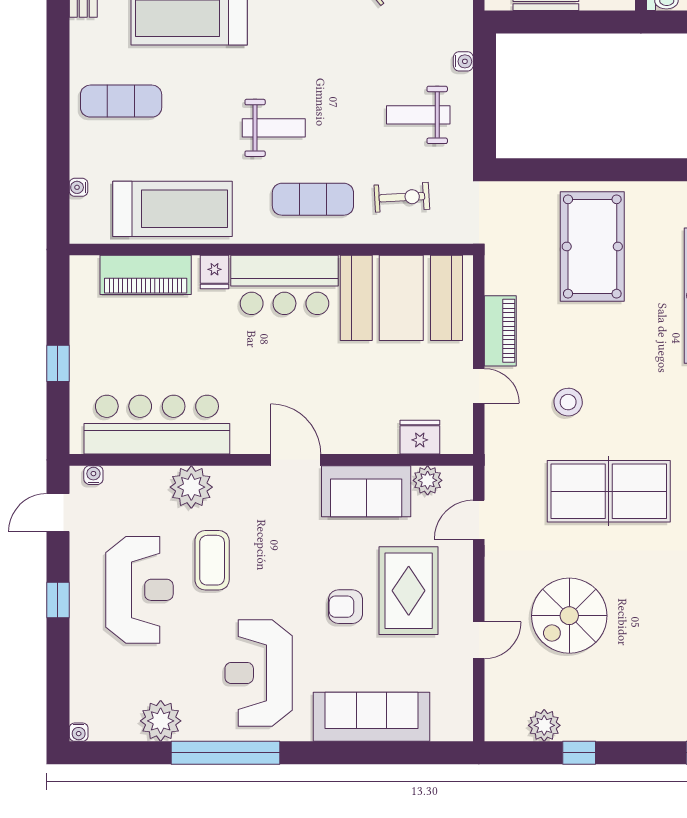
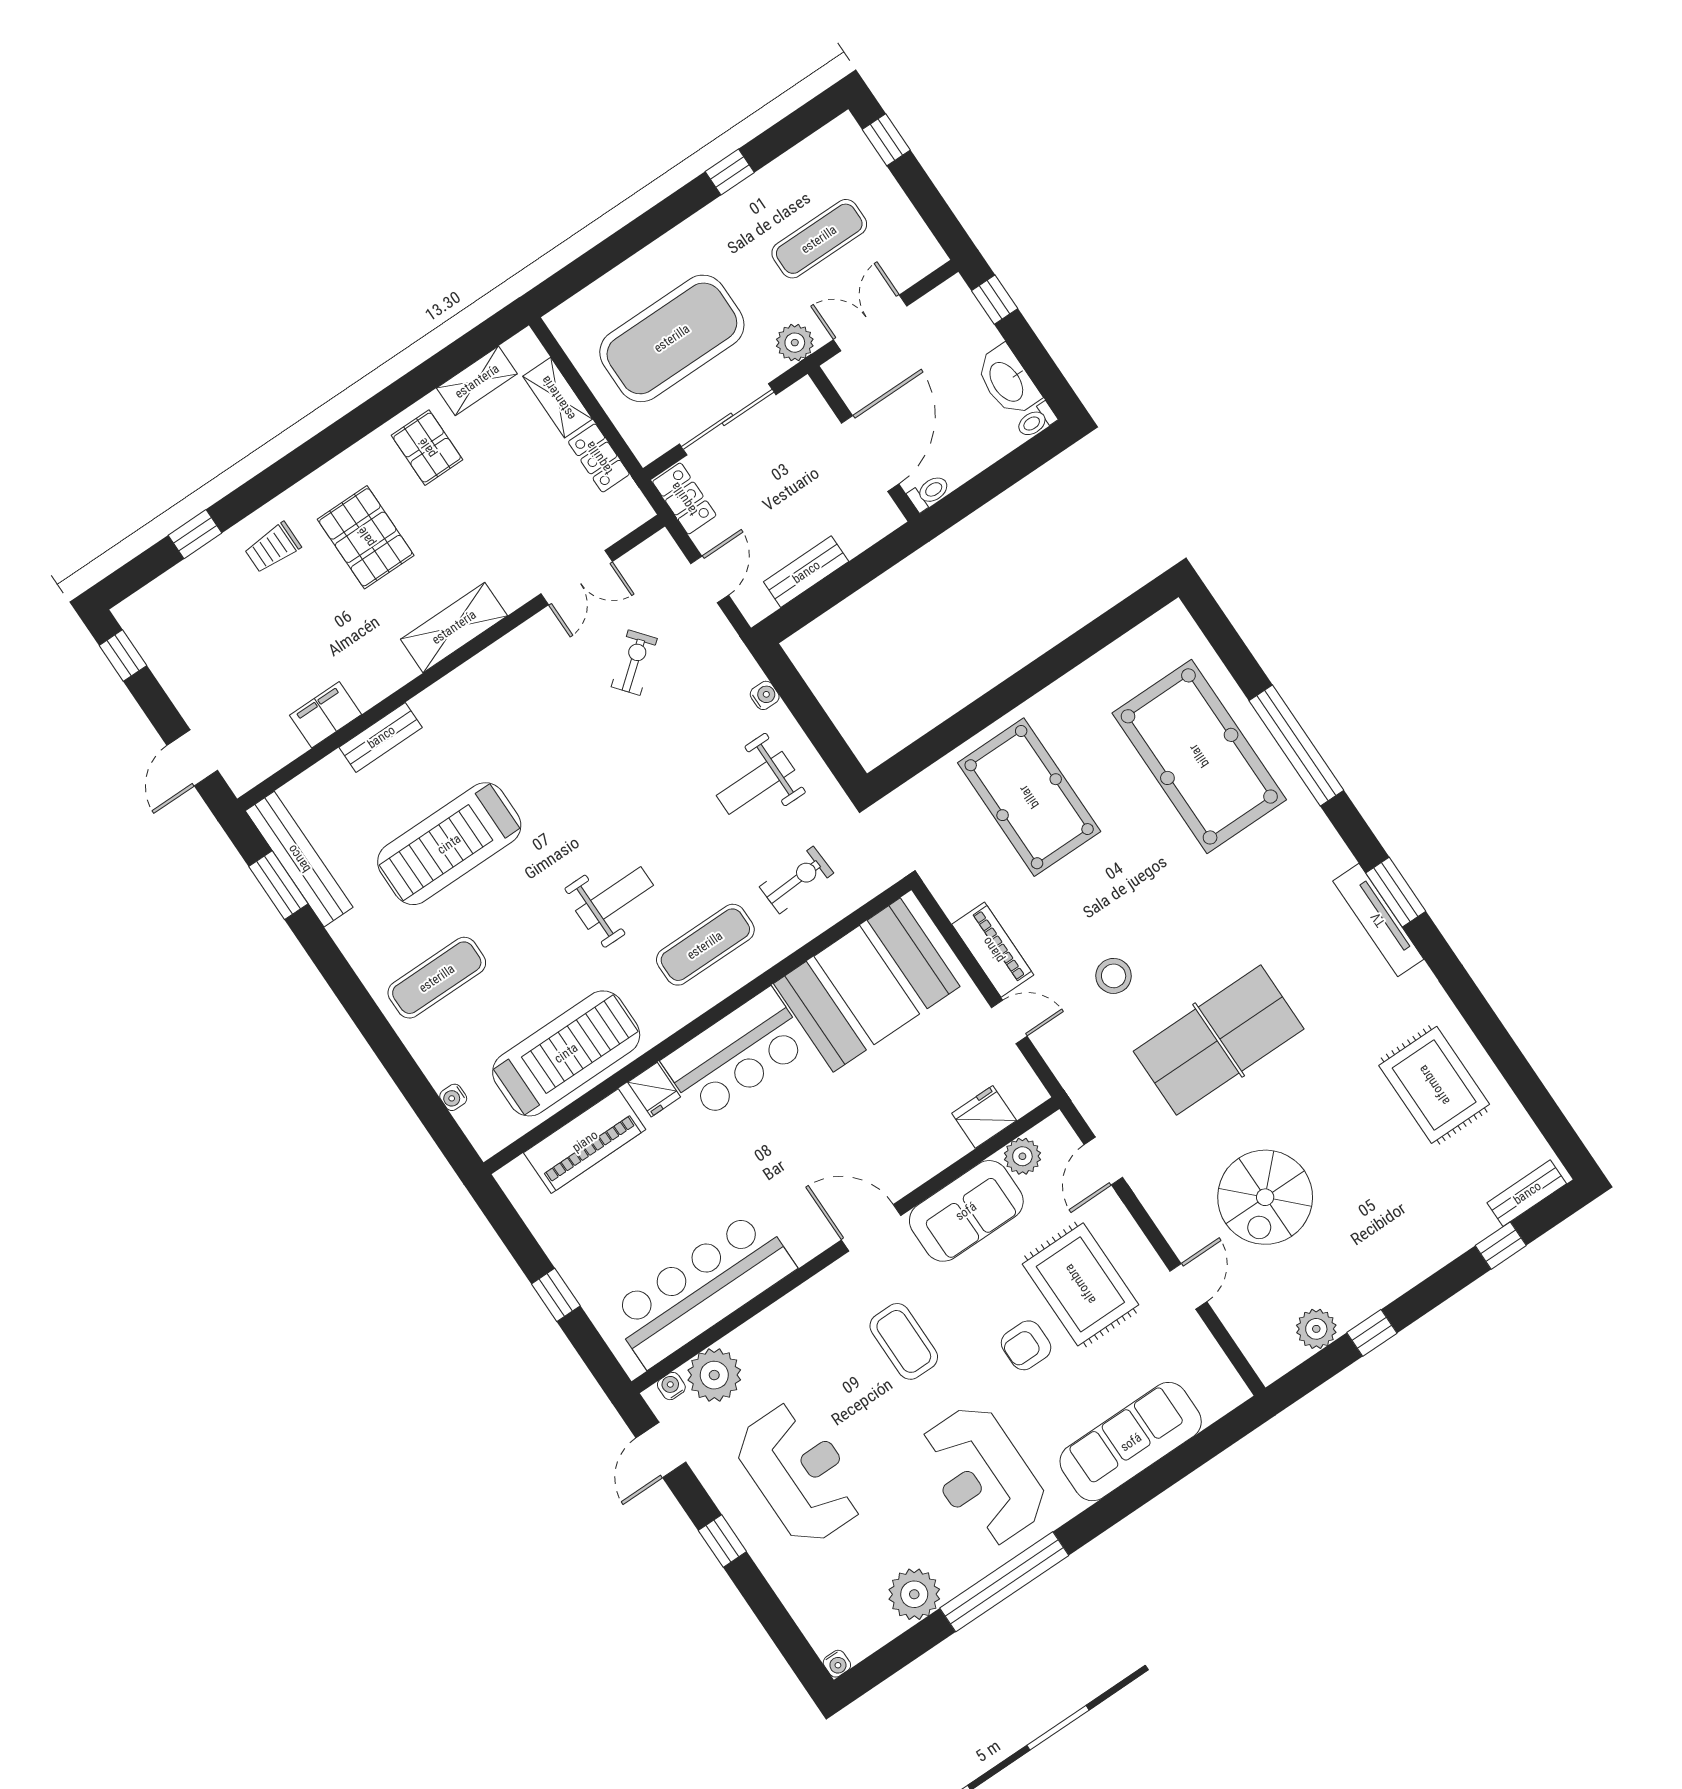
plant: (191, 487) -> (714, 1375), moved
coffee table: (212, 560) -> (904, 1341), moved

